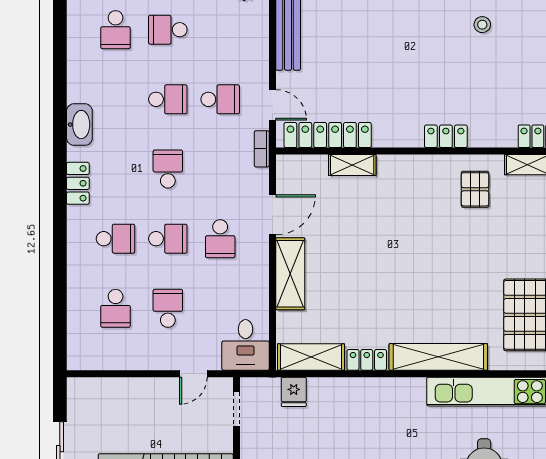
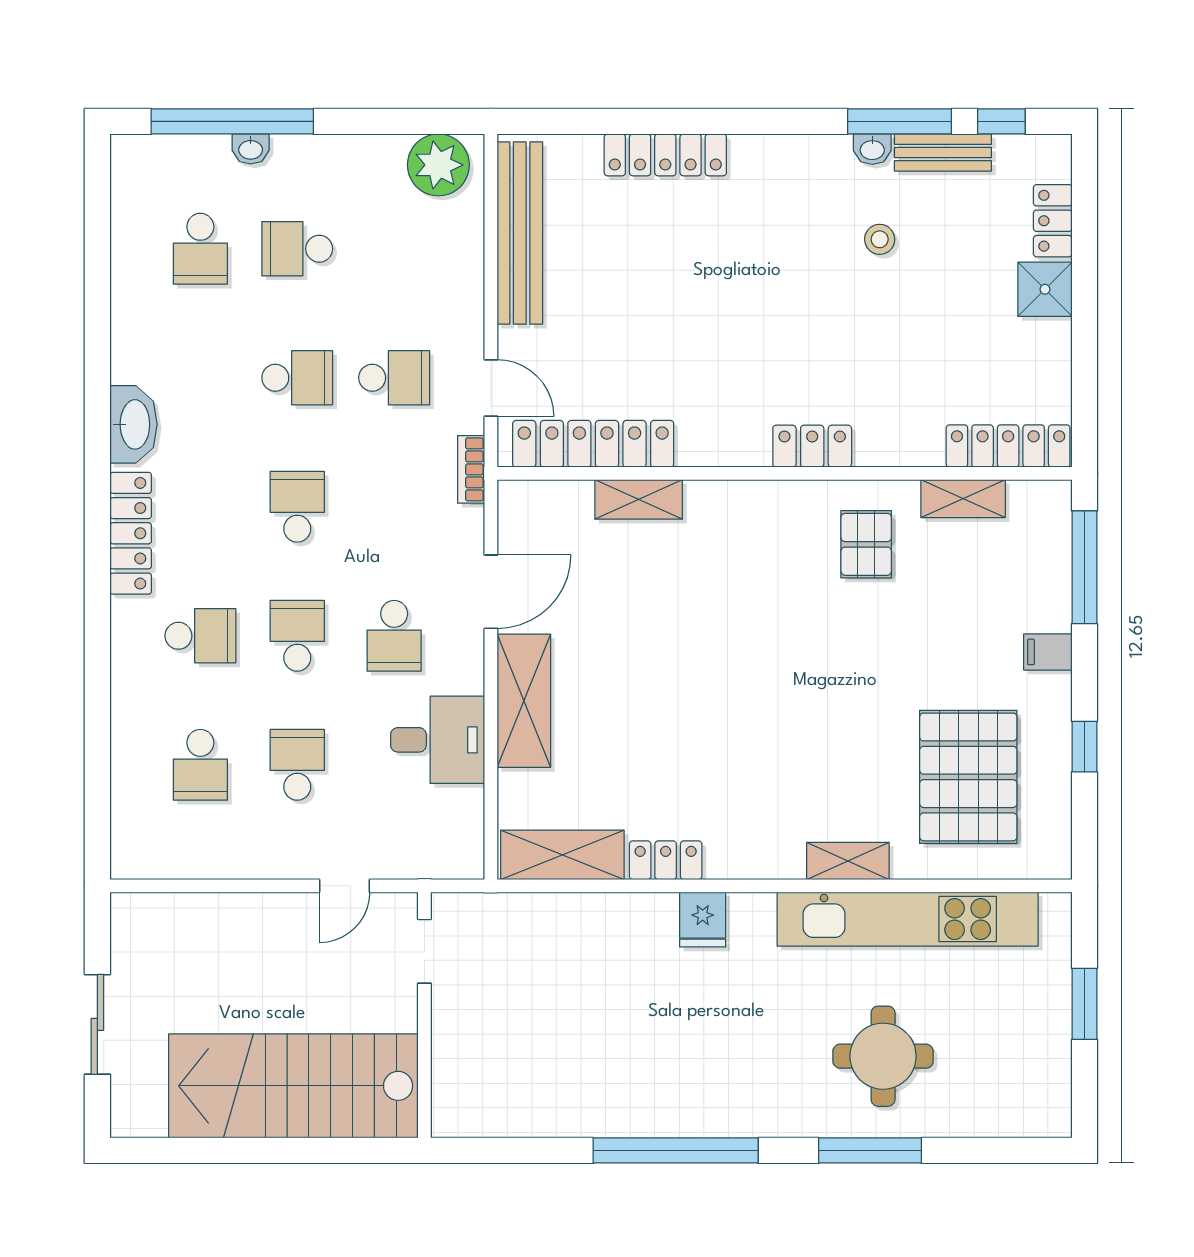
locker: (78, 183) -> (131, 533), width x1.53
school desk: (168, 239) -> (297, 636), turned -90
desk: (245, 345) -> (438, 740), moved, turned -90
shelving: (438, 357) -> (848, 861), width x0.45, depth x0.75
fridge: (294, 392) -> (703, 919), moved

